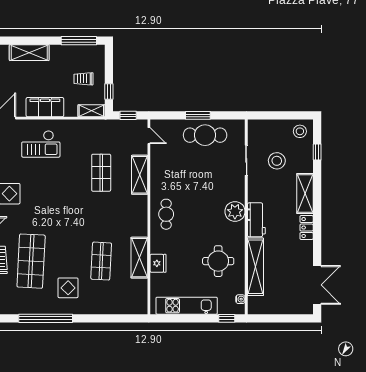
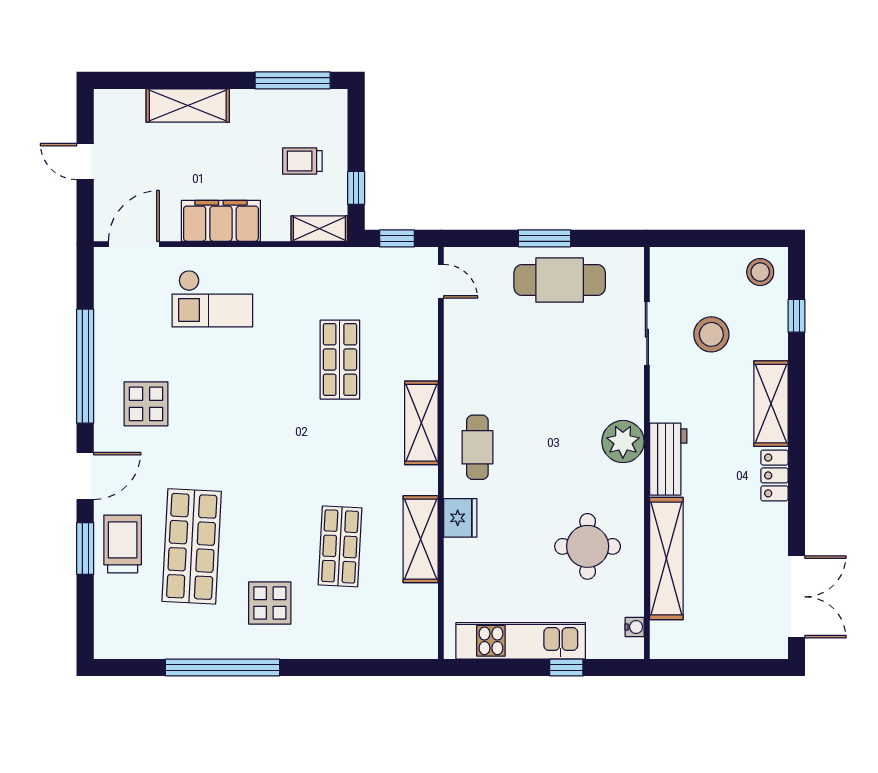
shelving: (140, 175) -> (421, 423), moved
fridge: (158, 263) -> (460, 518), moved
window: (227, 318) -> (566, 667), moved

